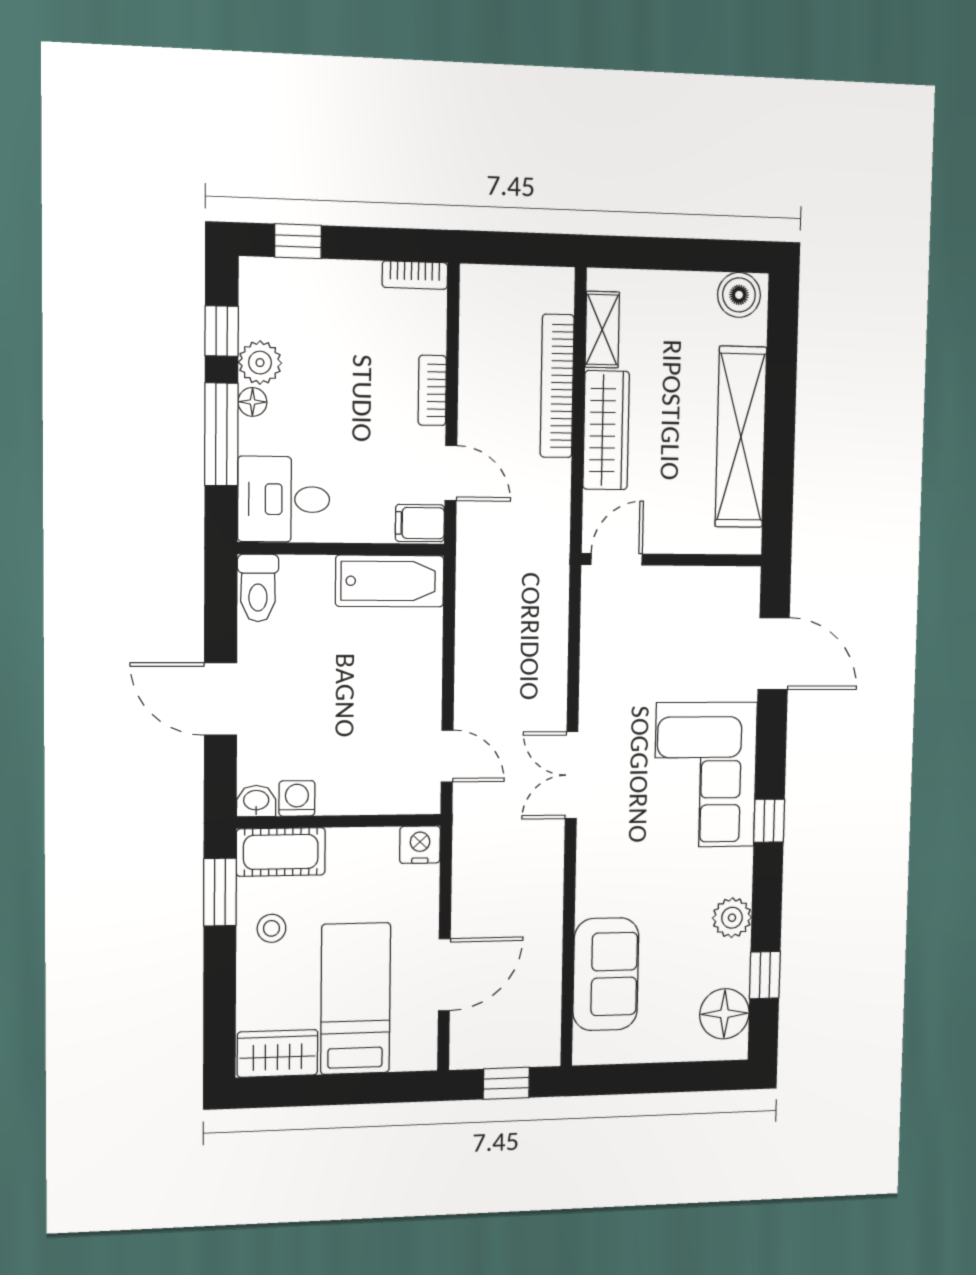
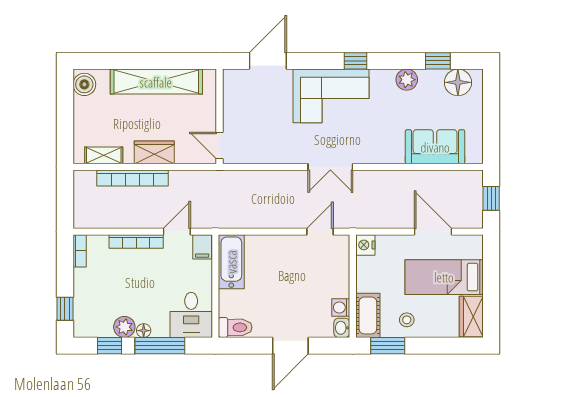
bookcase: (432, 390) -> (136, 241), width x1.56
wardrobe: (606, 430) -> (154, 152), width x0.67

